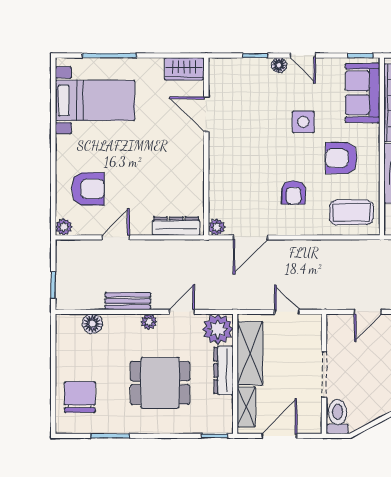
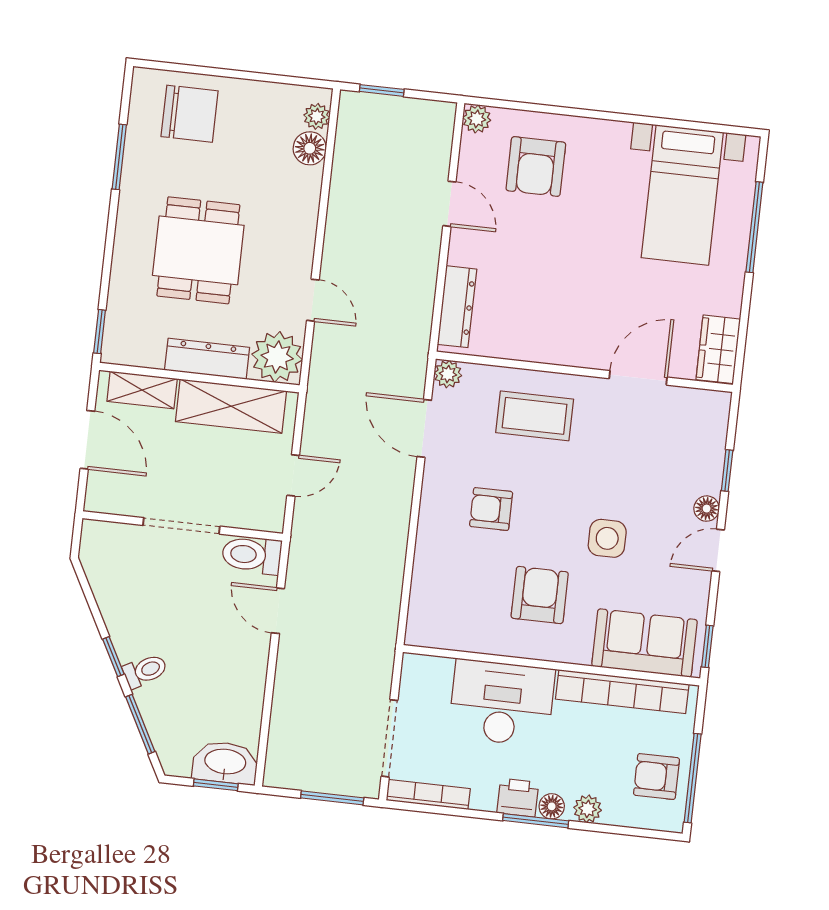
coffee table: (351, 212) -> (535, 416), moved, turned 90
bench: (128, 301) -> (341, 212), removed
plant: (149, 322) -> (317, 116), moved
toilet: (338, 417) -> (252, 555), moved, turned 180

